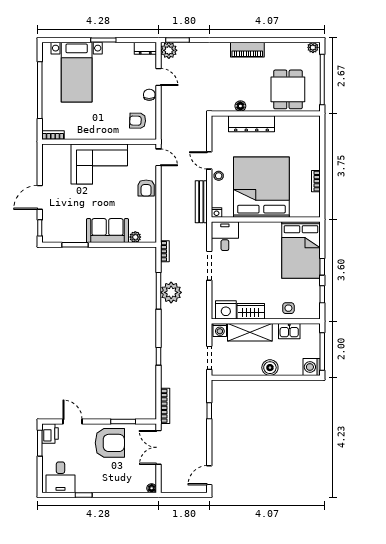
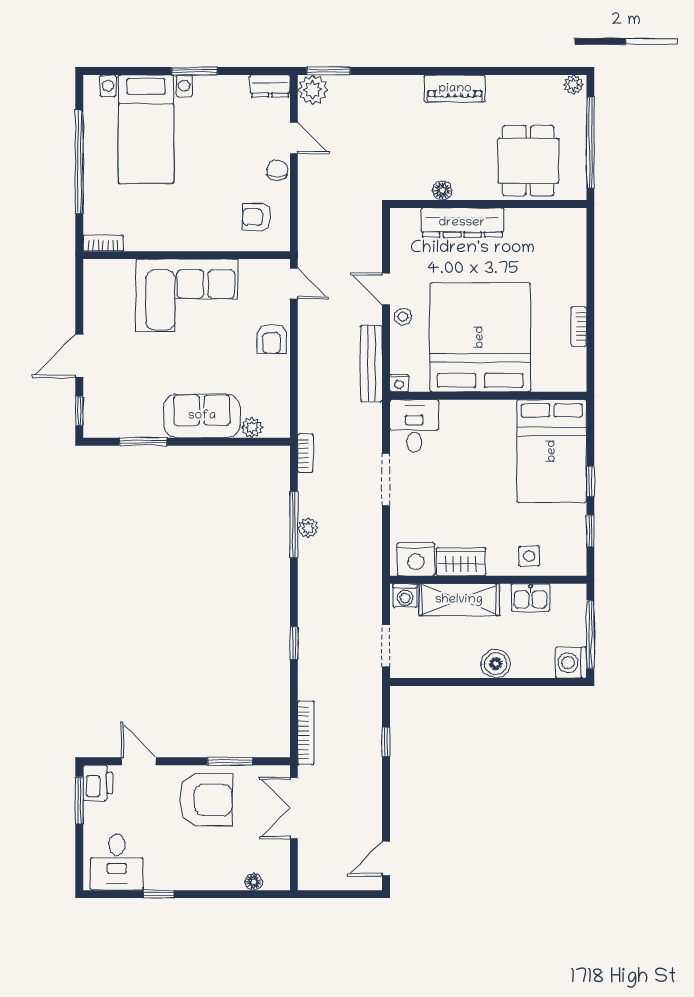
plant: (171, 292) -> (308, 528), width x0.53, depth x0.53
floor lamp: (152, 488) -> (254, 882), moved

